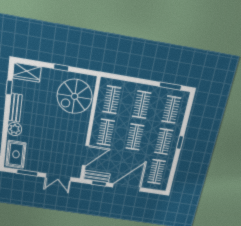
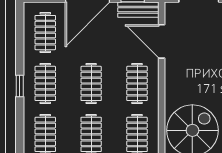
door: (85, 156) -> (162, 41), hinge flipped

